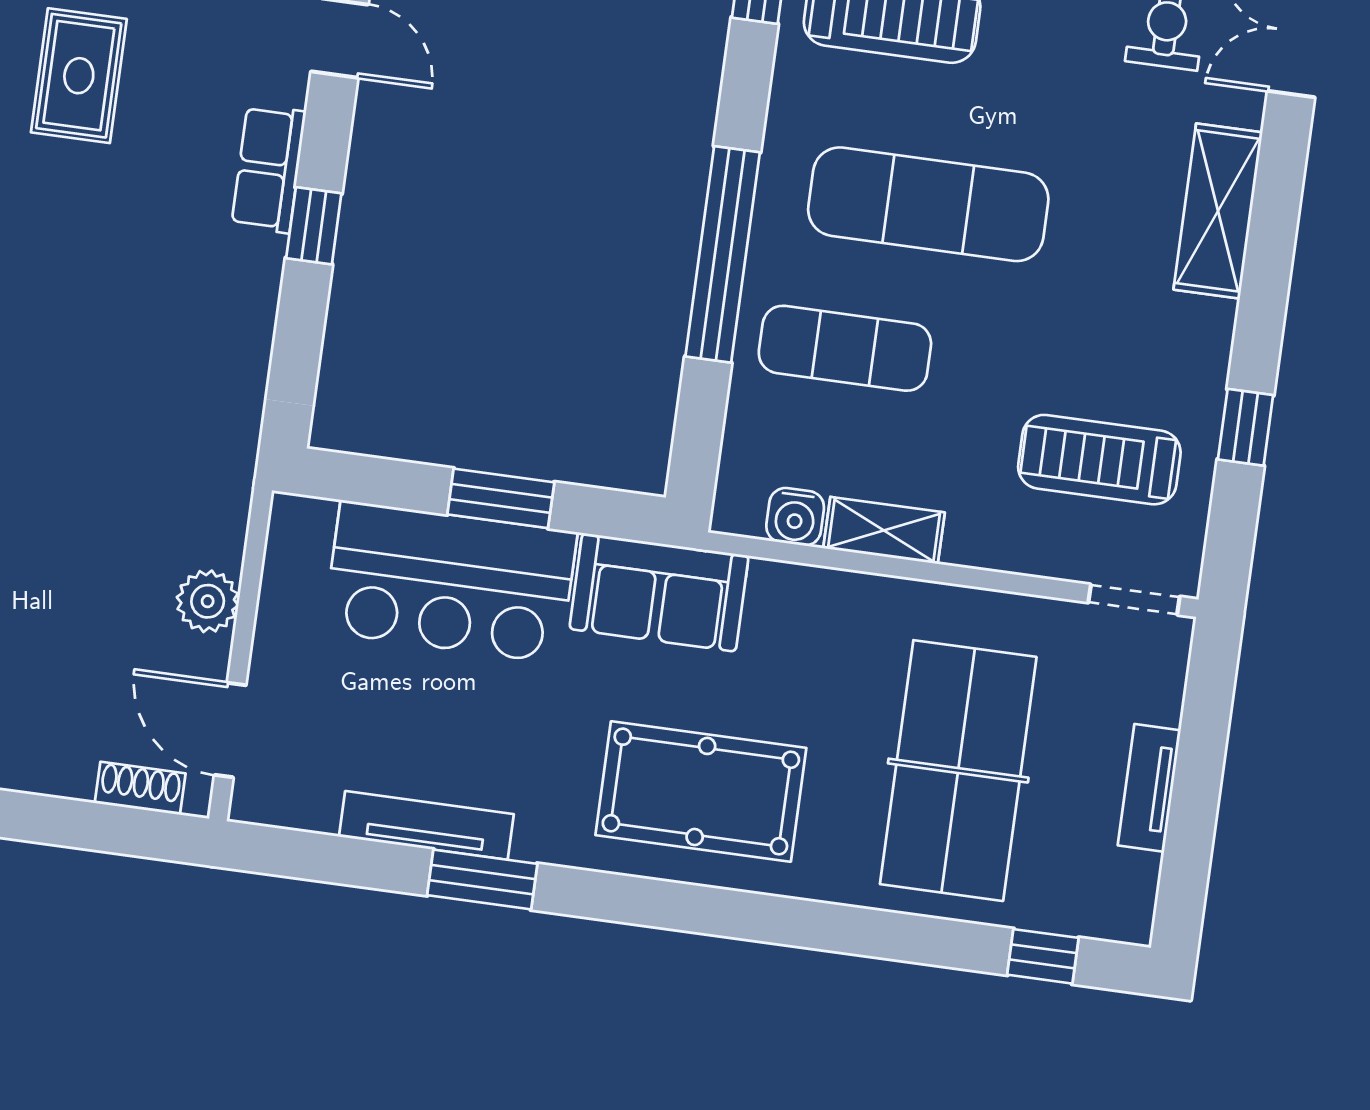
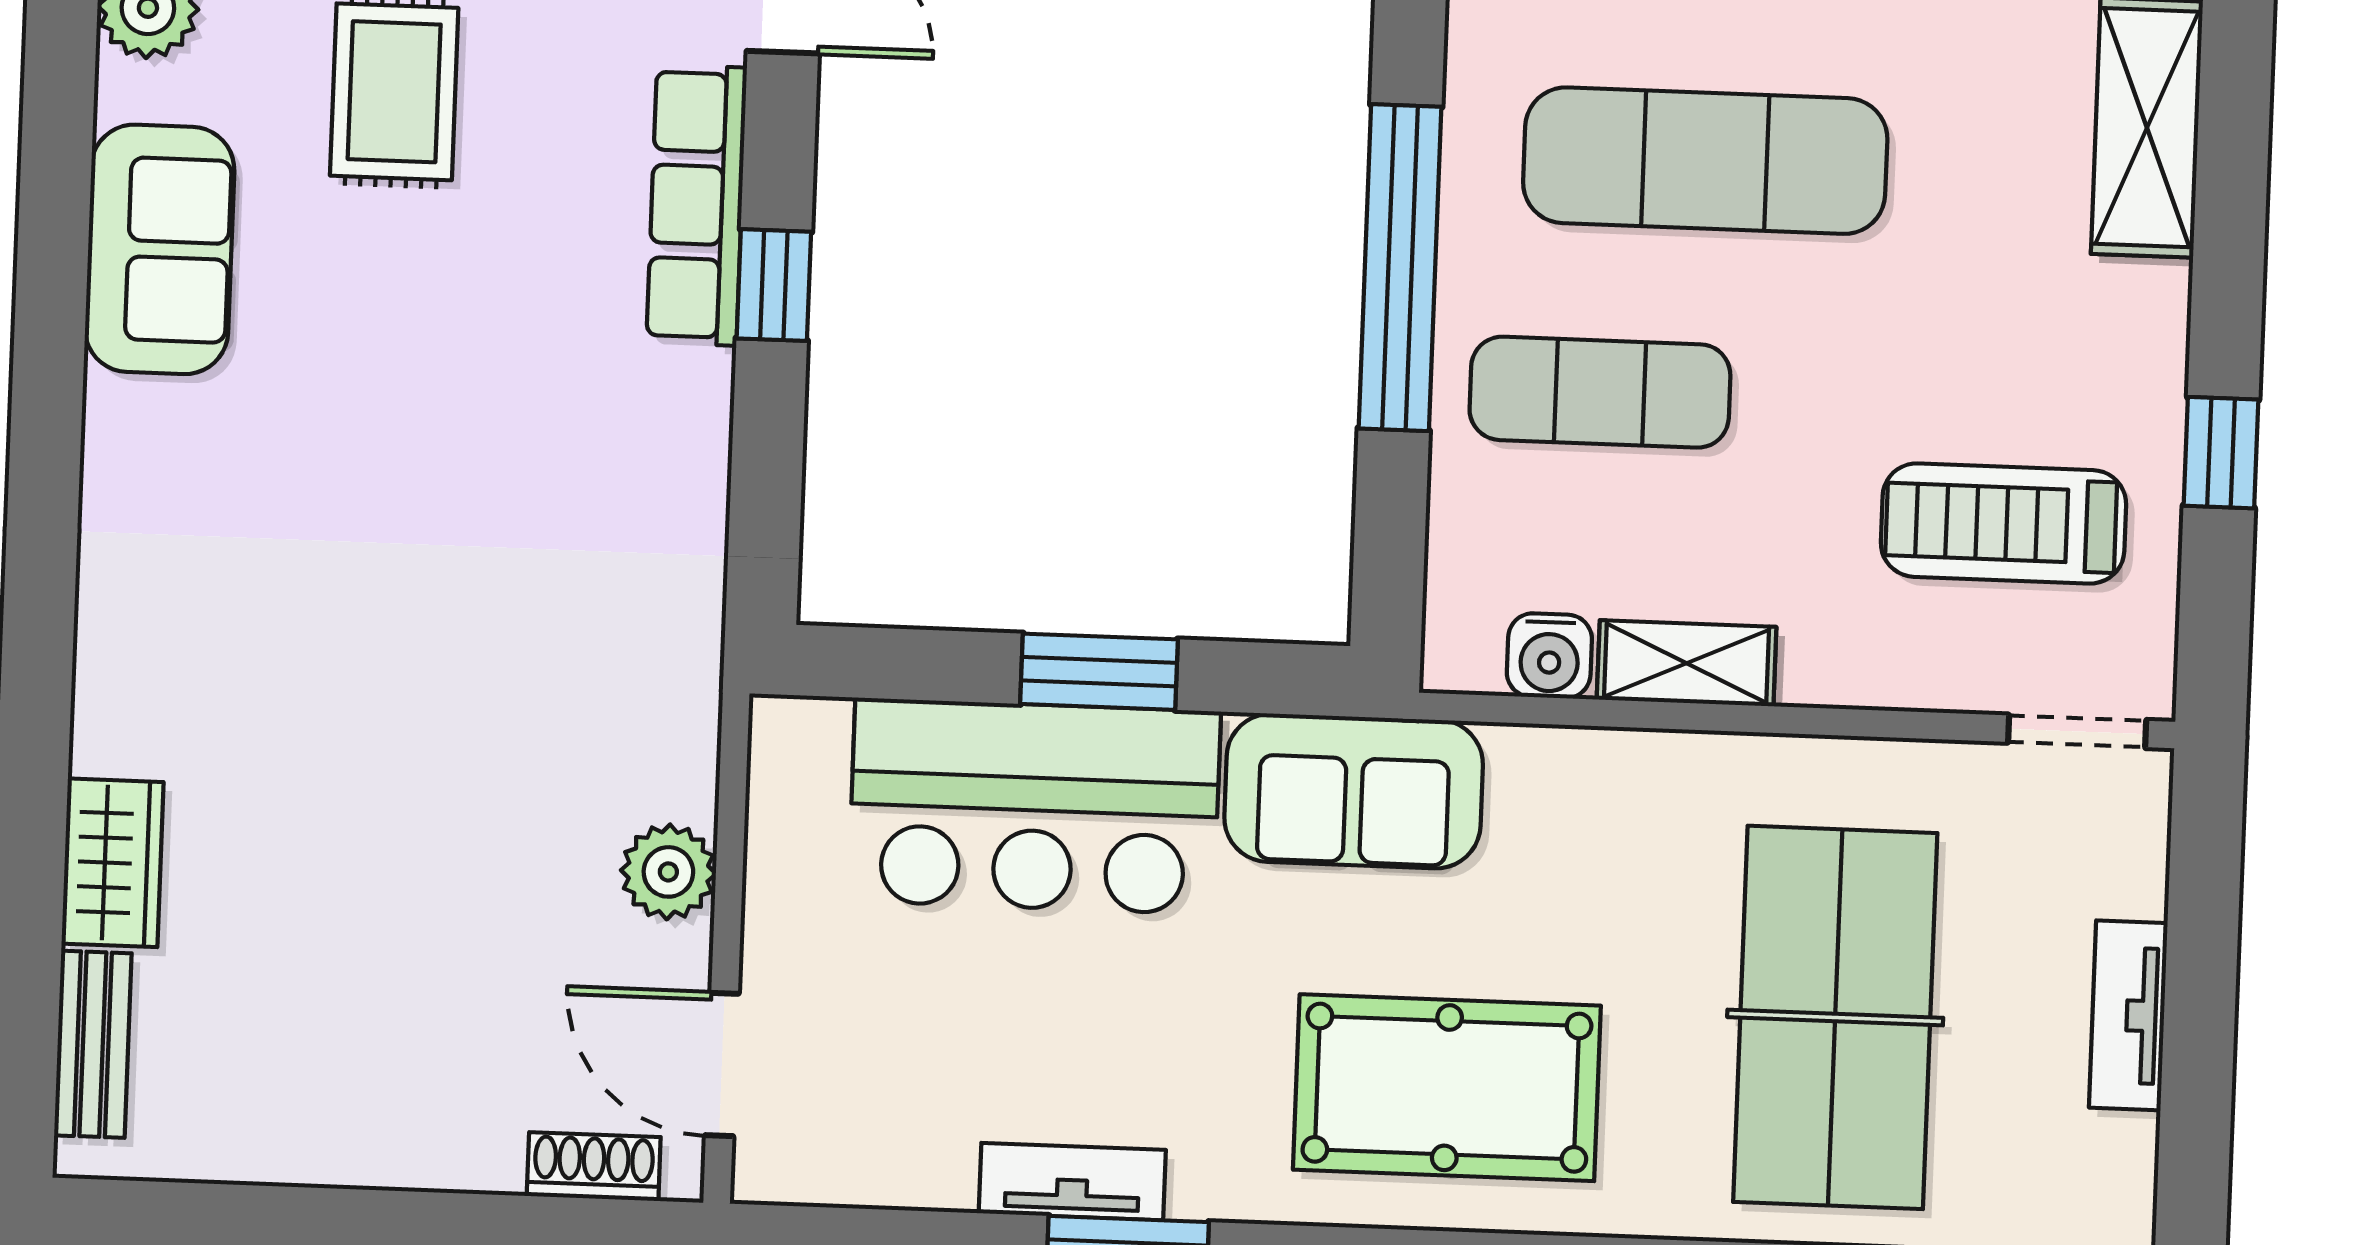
row of seats: (269, 169) -> (697, 205), width x1.48
tv unit: (426, 825) -> (1072, 1182), width x0.71

